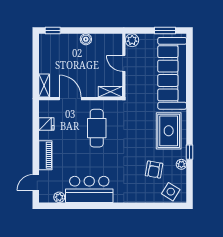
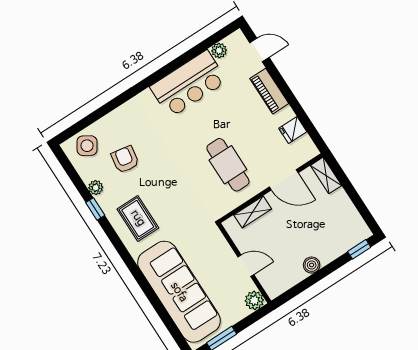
shelving: (110, 92) -> (253, 212), moved
rug: (169, 131) -> (138, 218), width x0.73, depth x0.70
door: (36, 183) -> (259, 50), hinge flipped

